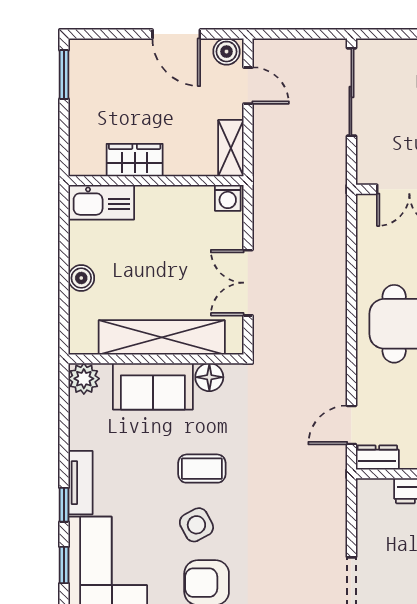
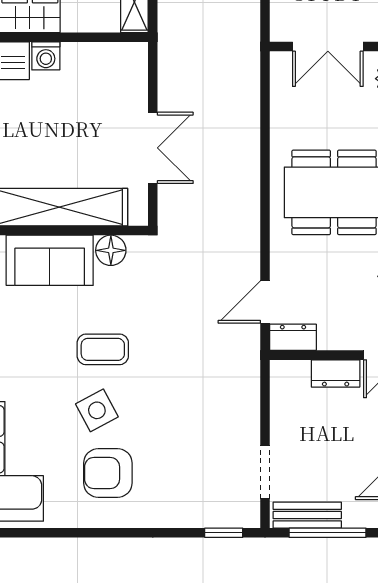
washing machine: (228, 198) -> (46, 56), moved
double door: (248, 283) -> (153, 148), swing flipped

